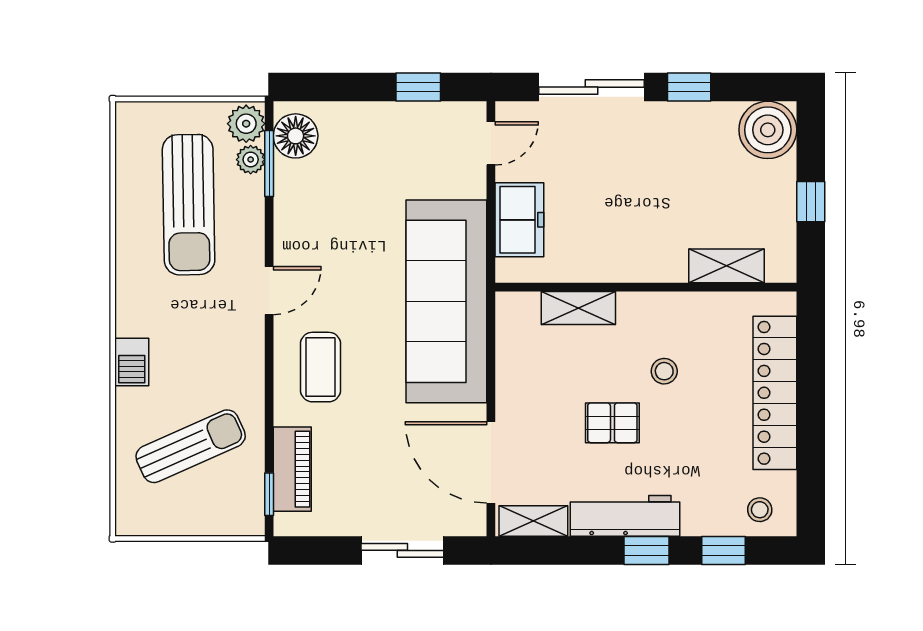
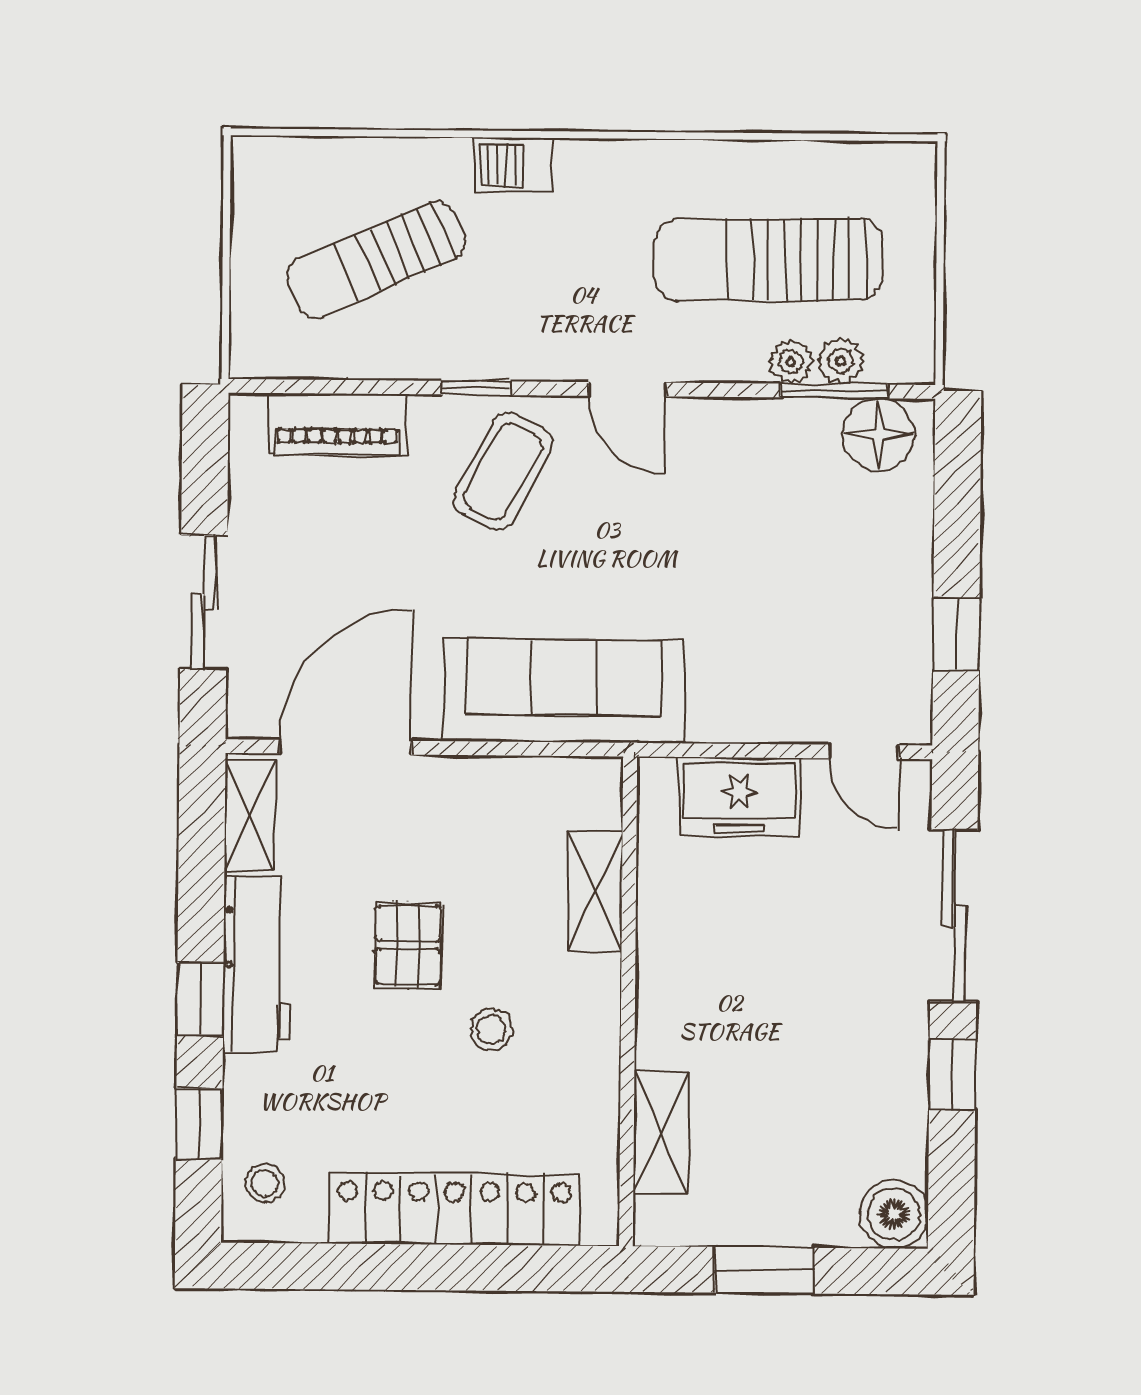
plant: (246, 124) -> (791, 362), moved, width x0.73, depth x0.73
boiler: (768, 130) -> (894, 1214), width x0.73, depth x0.73
window: (811, 202) -> (764, 1270), width x1.50
sofa: (446, 301) -> (564, 691), width x0.74, depth x0.79
coffee table: (320, 367) -> (503, 472), turned -62
sun lounger: (191, 446) -> (376, 260), turned 90
window: (269, 494) -> (476, 388), moved

